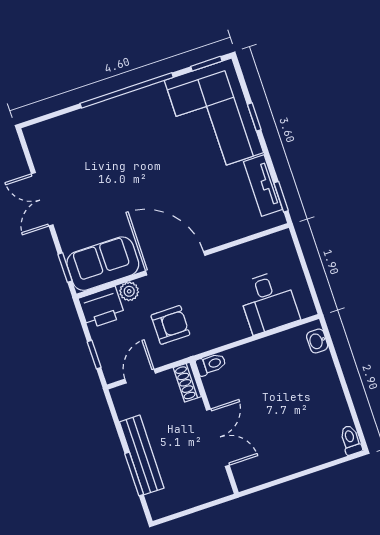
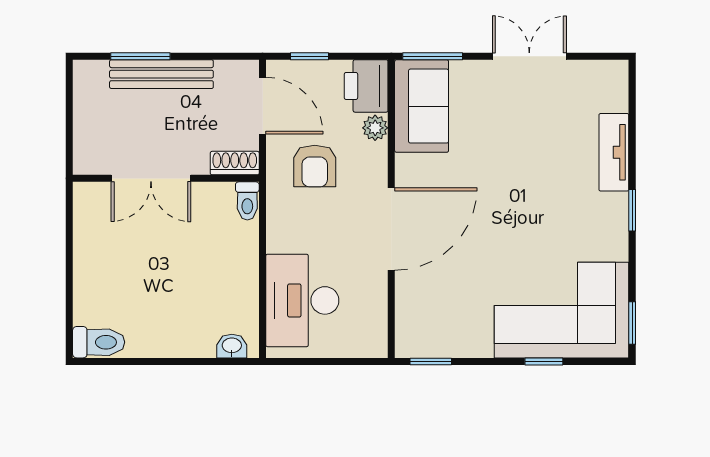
window: (127, 90) -> (632, 210), width x0.32
tv unit: (263, 186) -> (614, 152), moved, turned -90
door: (175, 263) -> (391, 229), moved
window: (65, 268) -> (433, 56), width x1.50
desk: (268, 302) -> (302, 300), width x1.37
door: (140, 376) -> (263, 106), width x1.38
toilet: (351, 440) -> (99, 342), width x1.37, depth x1.39

